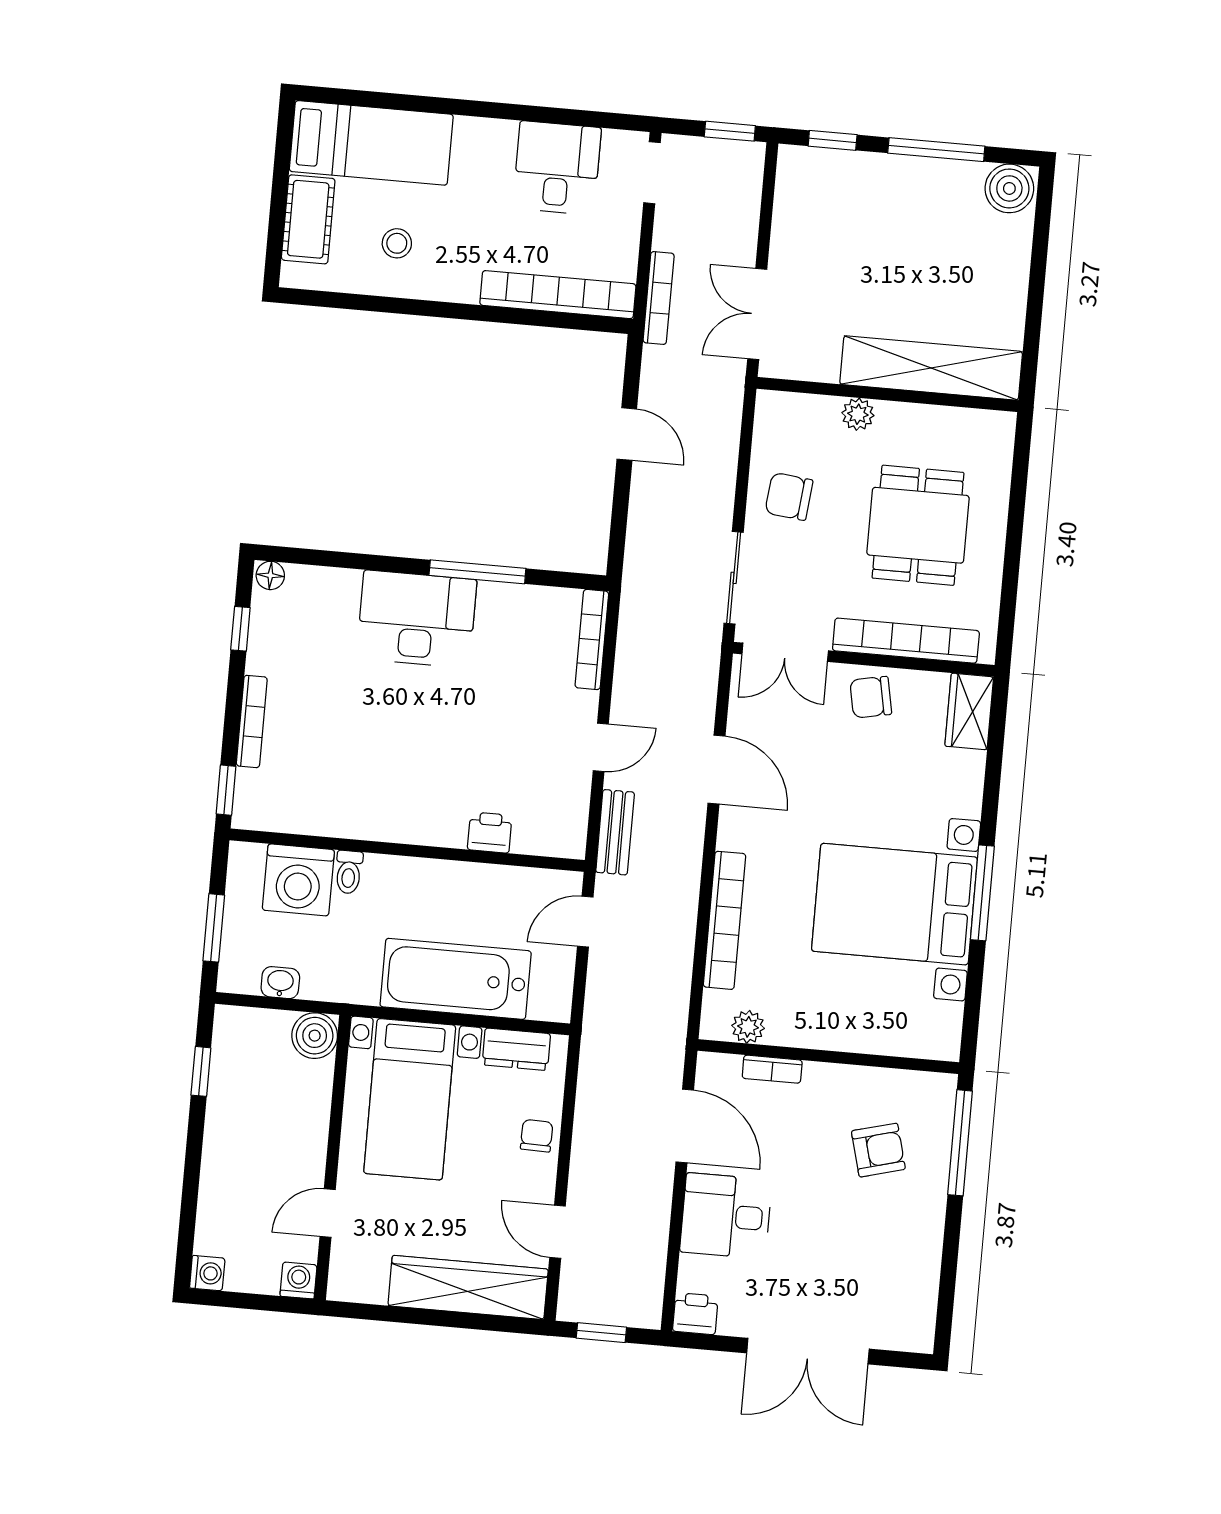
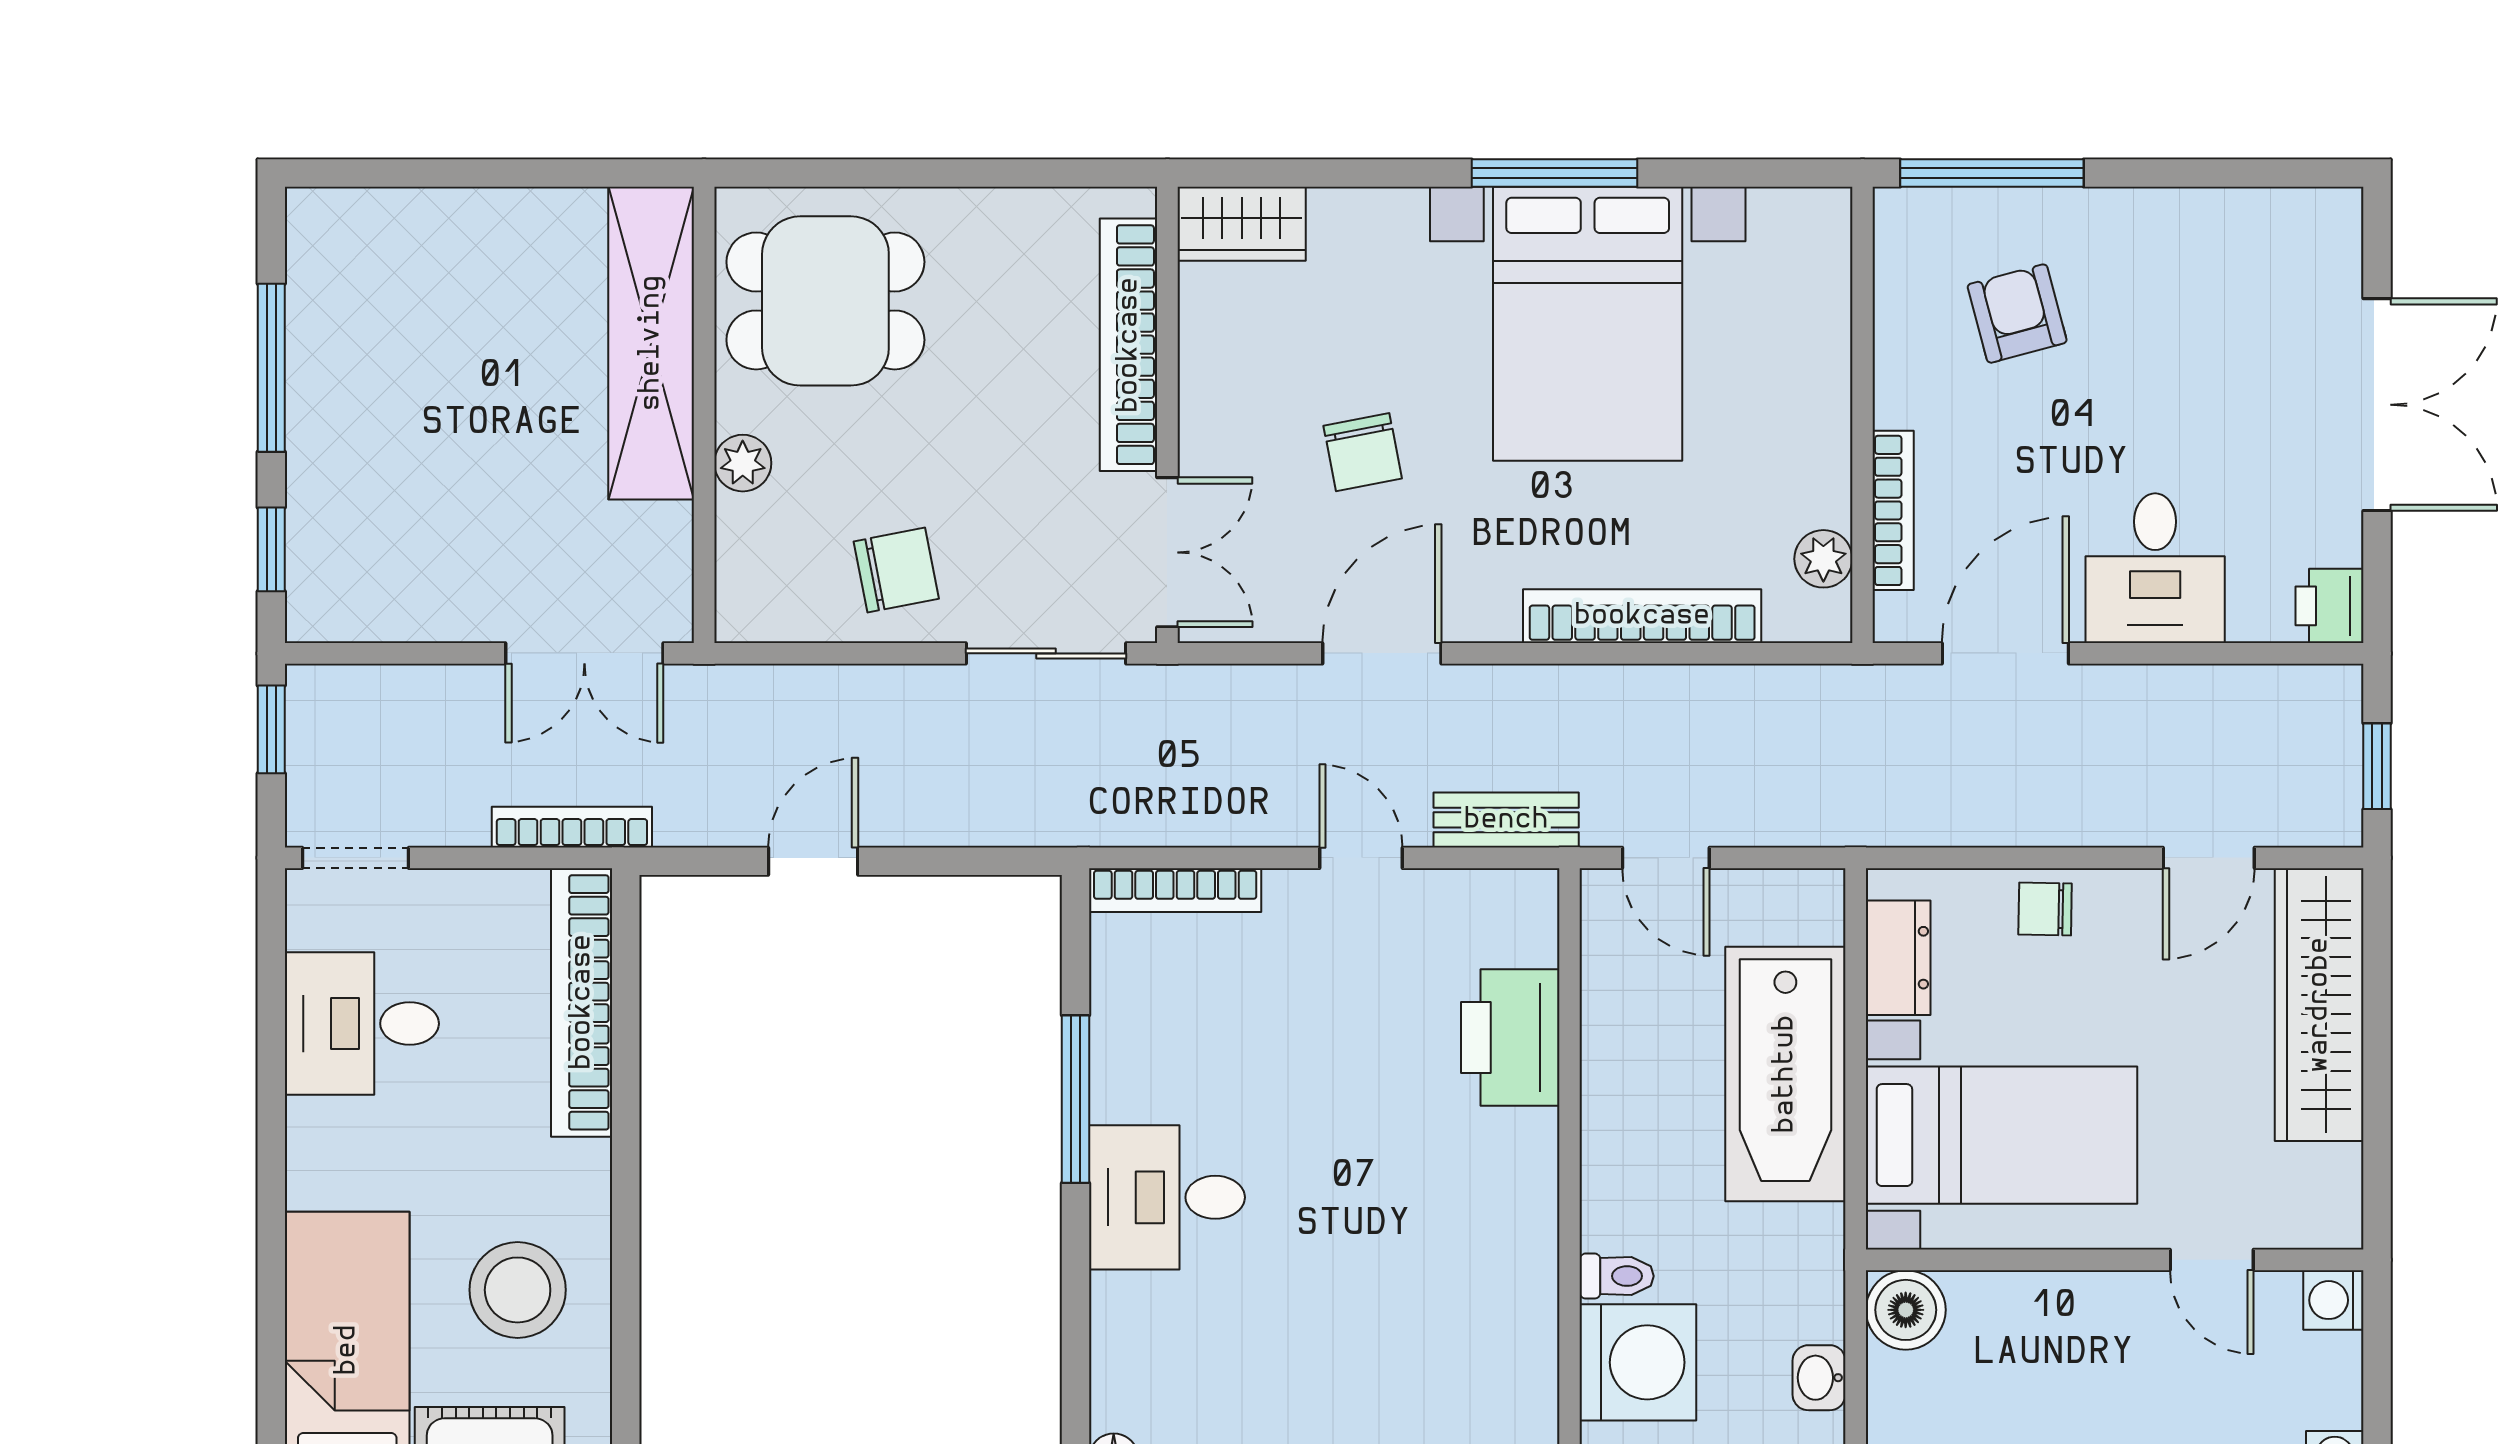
boiler: (1009, 188) -> (327, 235), removed
stool: (397, 243) -> (518, 1290), width x1.89, depth x1.89
chair: (789, 496) -> (896, 570), turned -107
dining table: (918, 525) -> (825, 301), moved
desk: (417, 619) -> (1167, 1197), width x0.73
chair: (871, 697) -> (1363, 452), moved
printer: (490, 833) -> (1510, 1038), width x1.87, depth x1.48
bookcase: (772, 1069) -> (1893, 510), width x1.56

